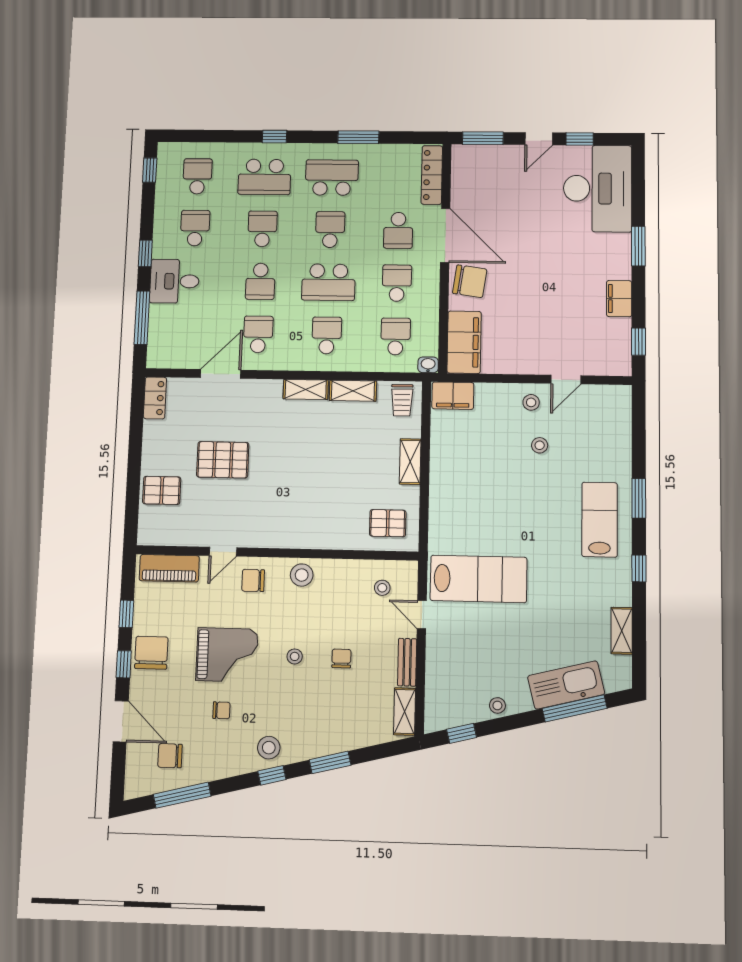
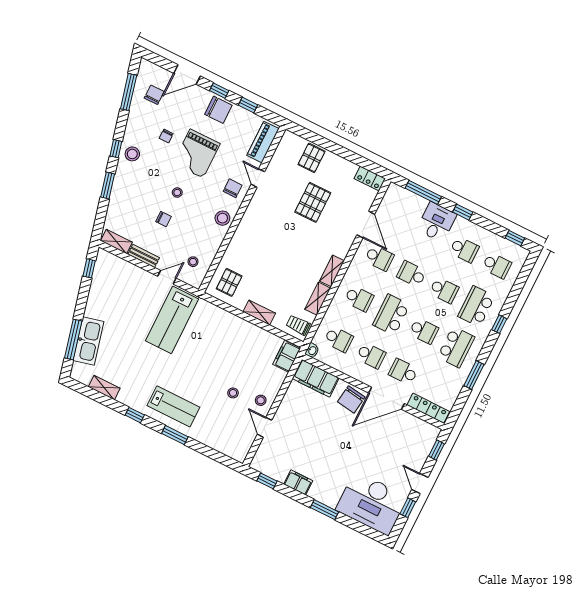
window: (483, 138) -> (437, 450), width x0.67
stool: (497, 705) -> (95, 296), removed

